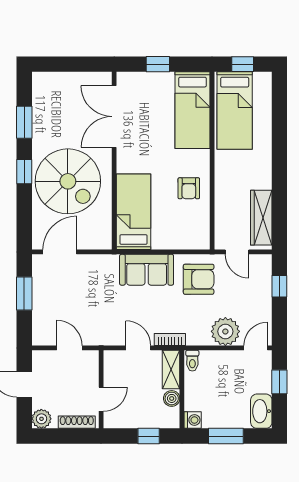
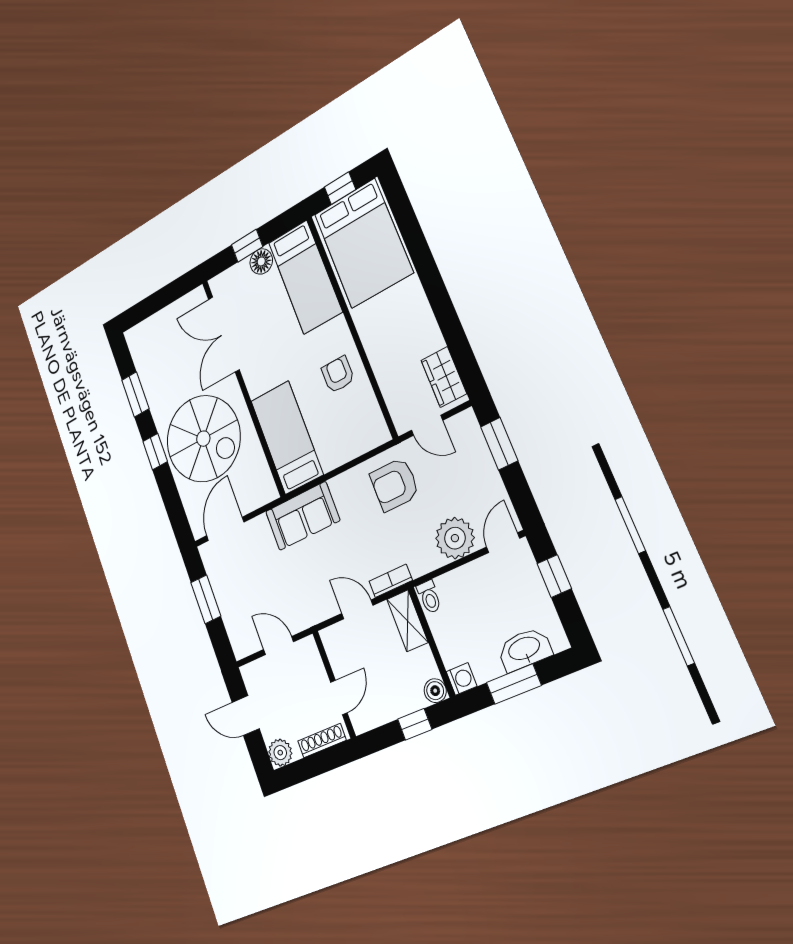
floor lamp: (164, 81) -> (261, 261), added
bed: (235, 111) -> (363, 243), width x1.50
armchair: (189, 188) -> (338, 375), turned 180
wardrobe: (261, 218) -> (444, 377), width x0.67
sofa: (147, 270) -> (303, 516), moved
armchair: (199, 279) -> (395, 484), turned 180
window: (279, 286) -> (499, 444), width x1.50
boiler: (172, 398) -> (435, 691), moved
washbasin: (261, 411) -> (524, 649), moved, turned 90

